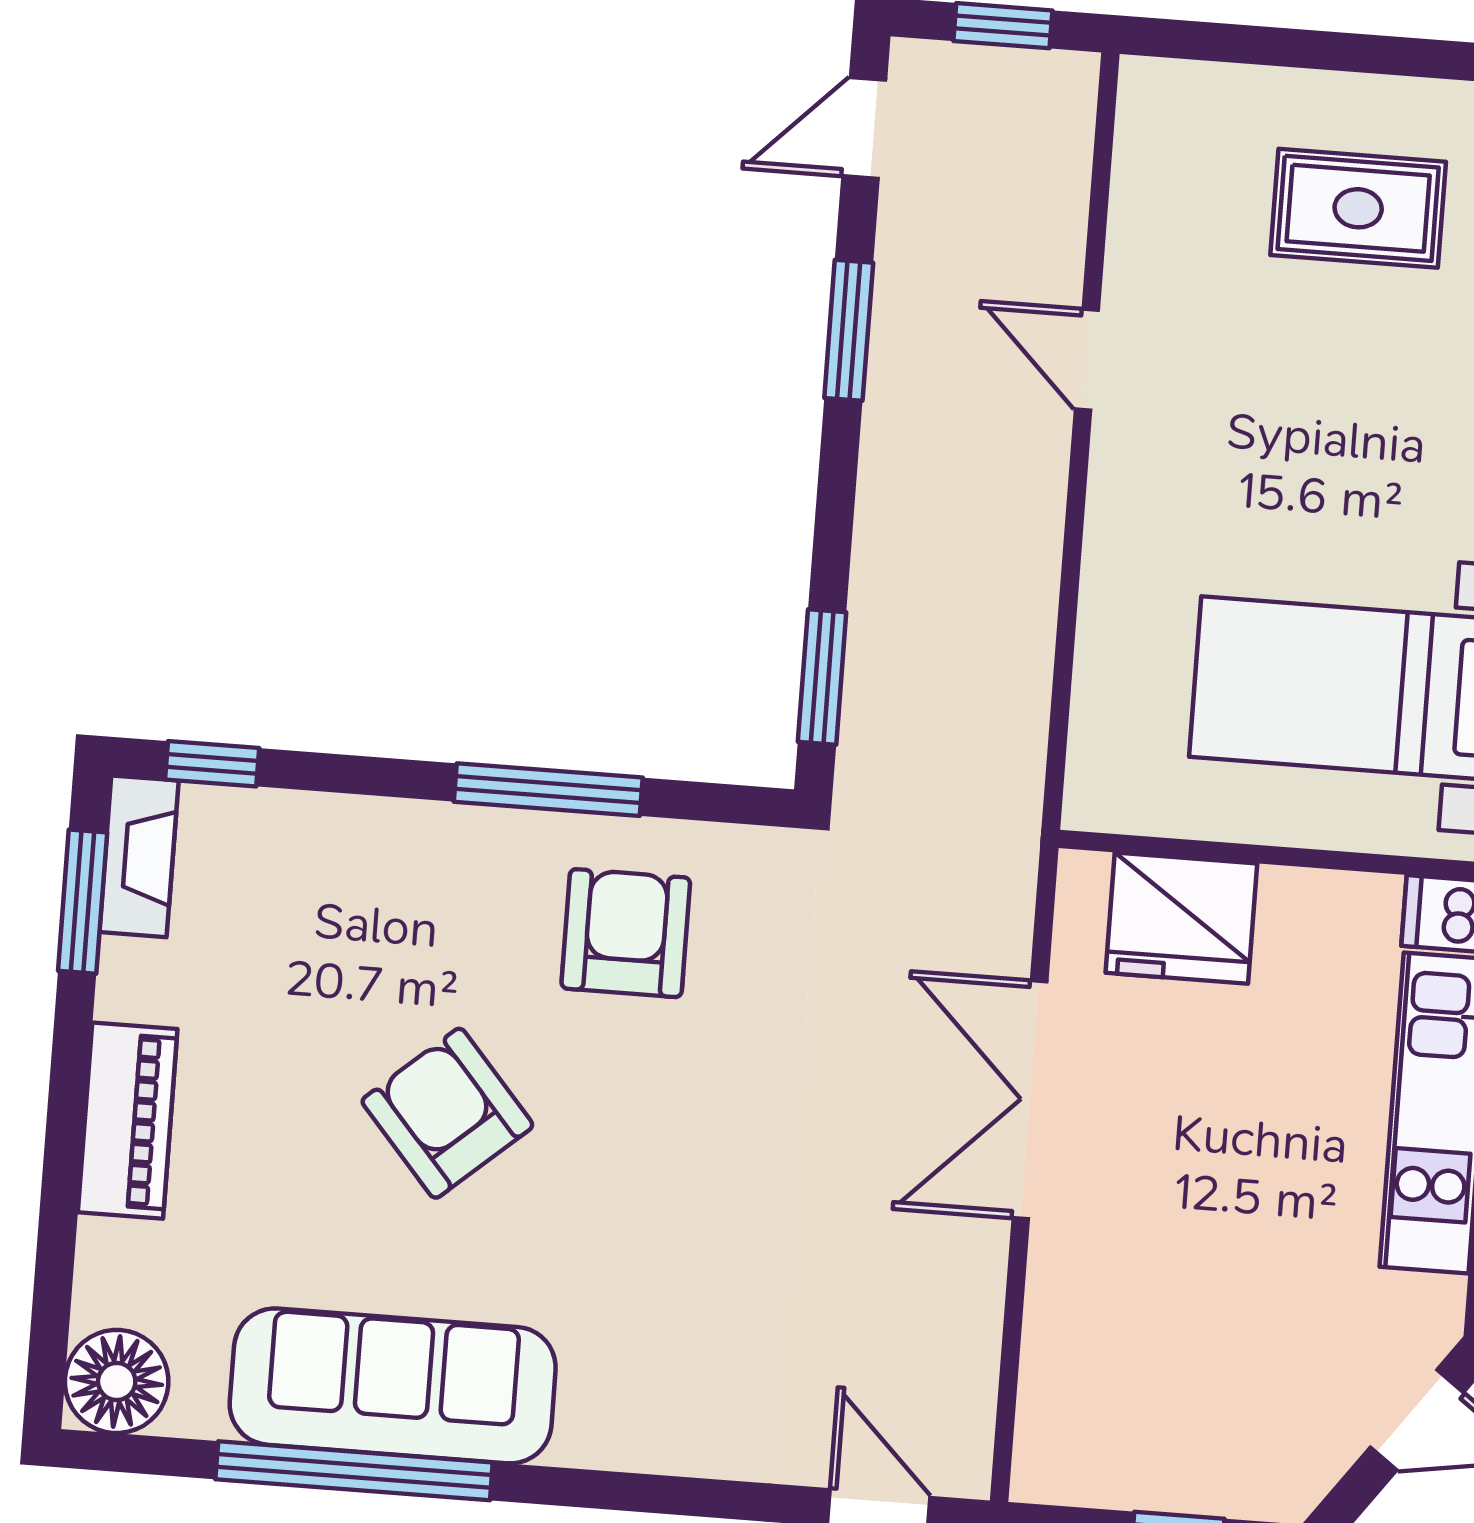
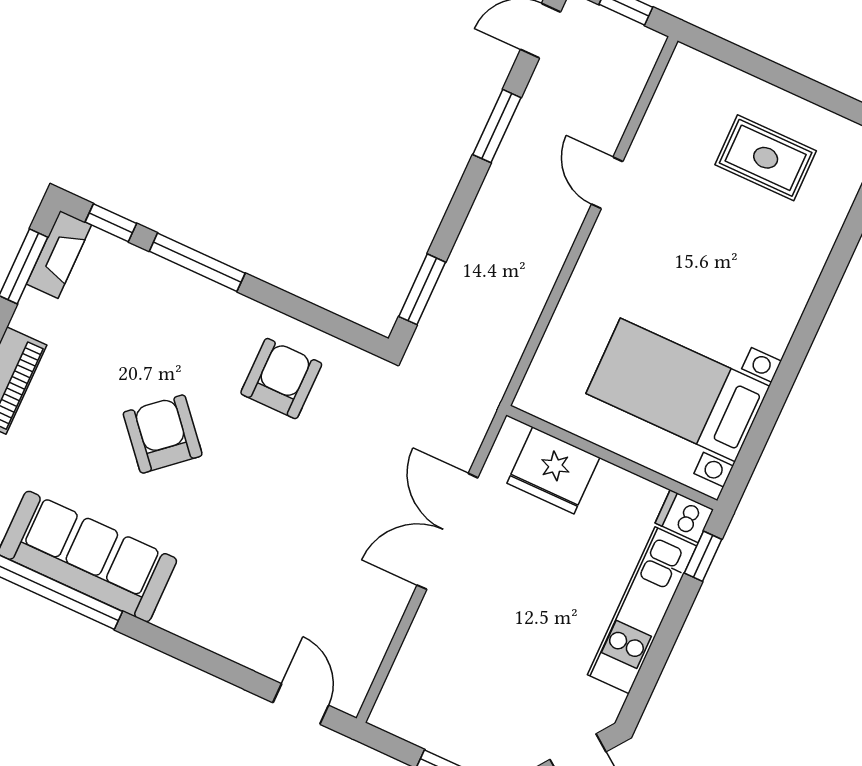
window: (548, 790) -> (197, 262), moved

